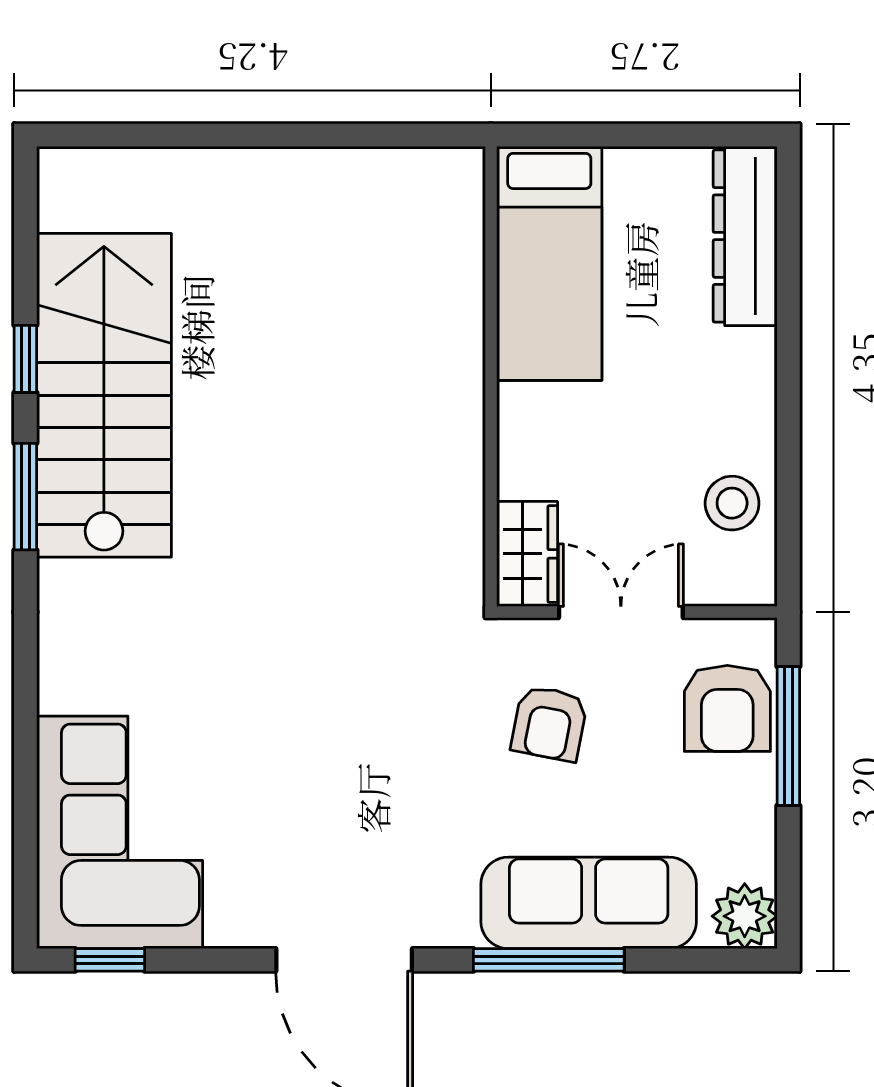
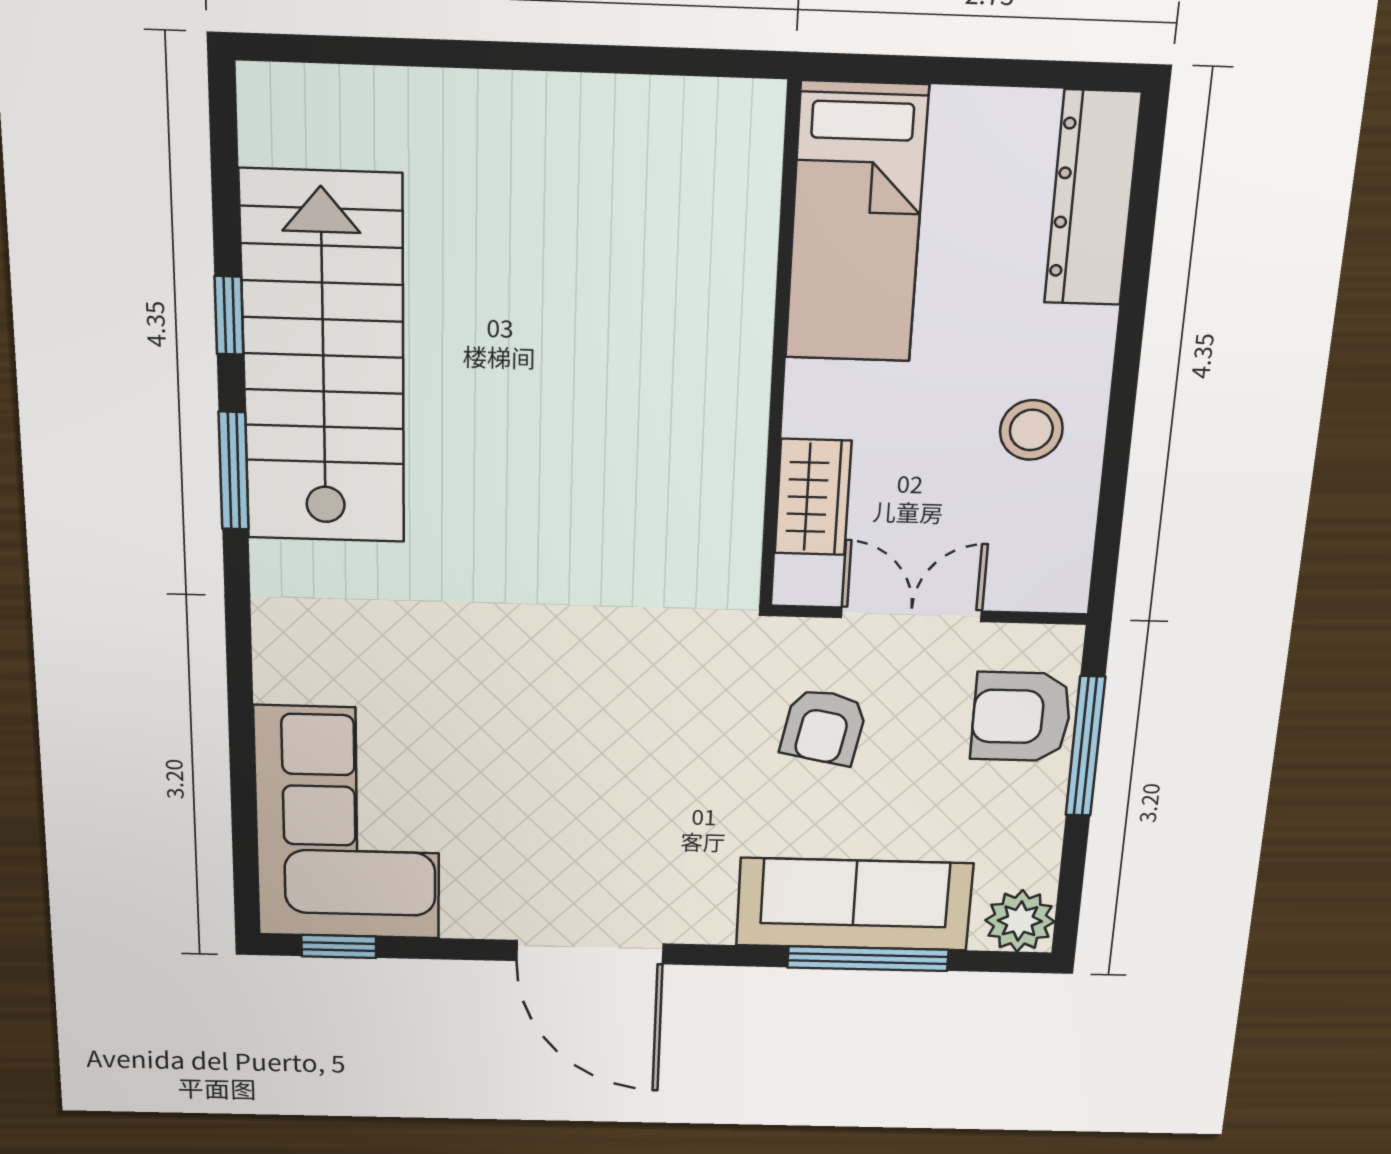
stool: (732, 503) -> (1031, 430), moved
wardrobe: (527, 554) -> (813, 497), moved
armchair: (727, 708) -> (1021, 717), turned 90
window: (549, 960) -> (868, 959), moved

